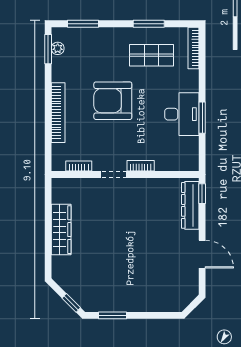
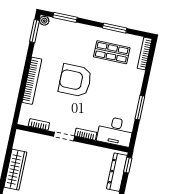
plant: (58, 48) -> (44, 21), moved
desk: (182, 114) -> (115, 131), moved, turned 90

